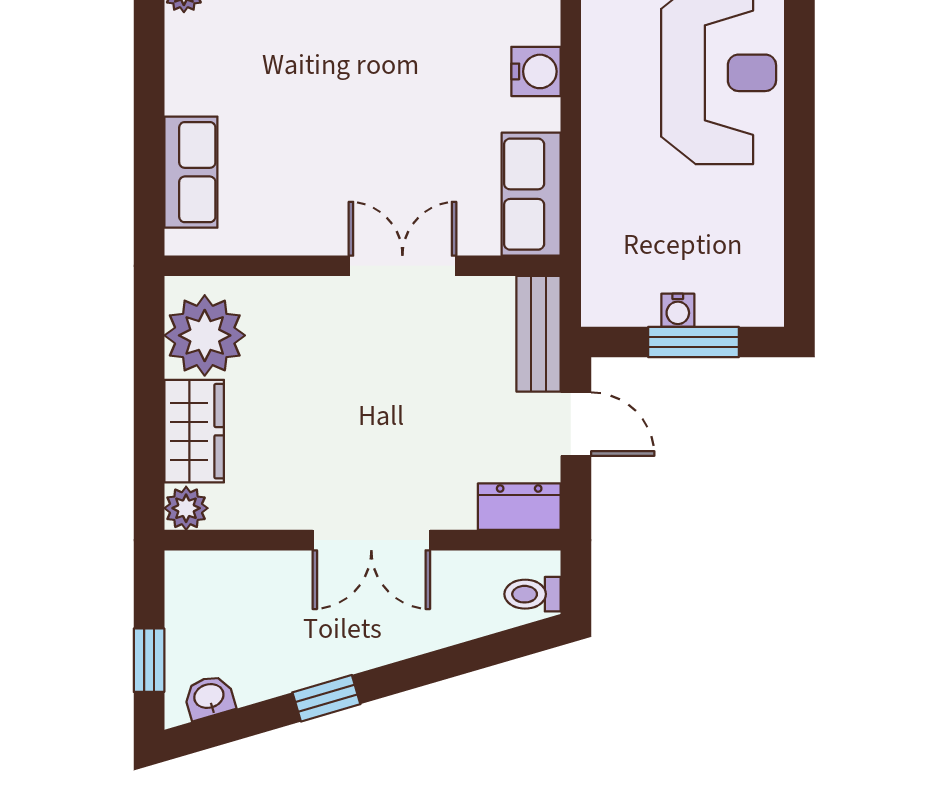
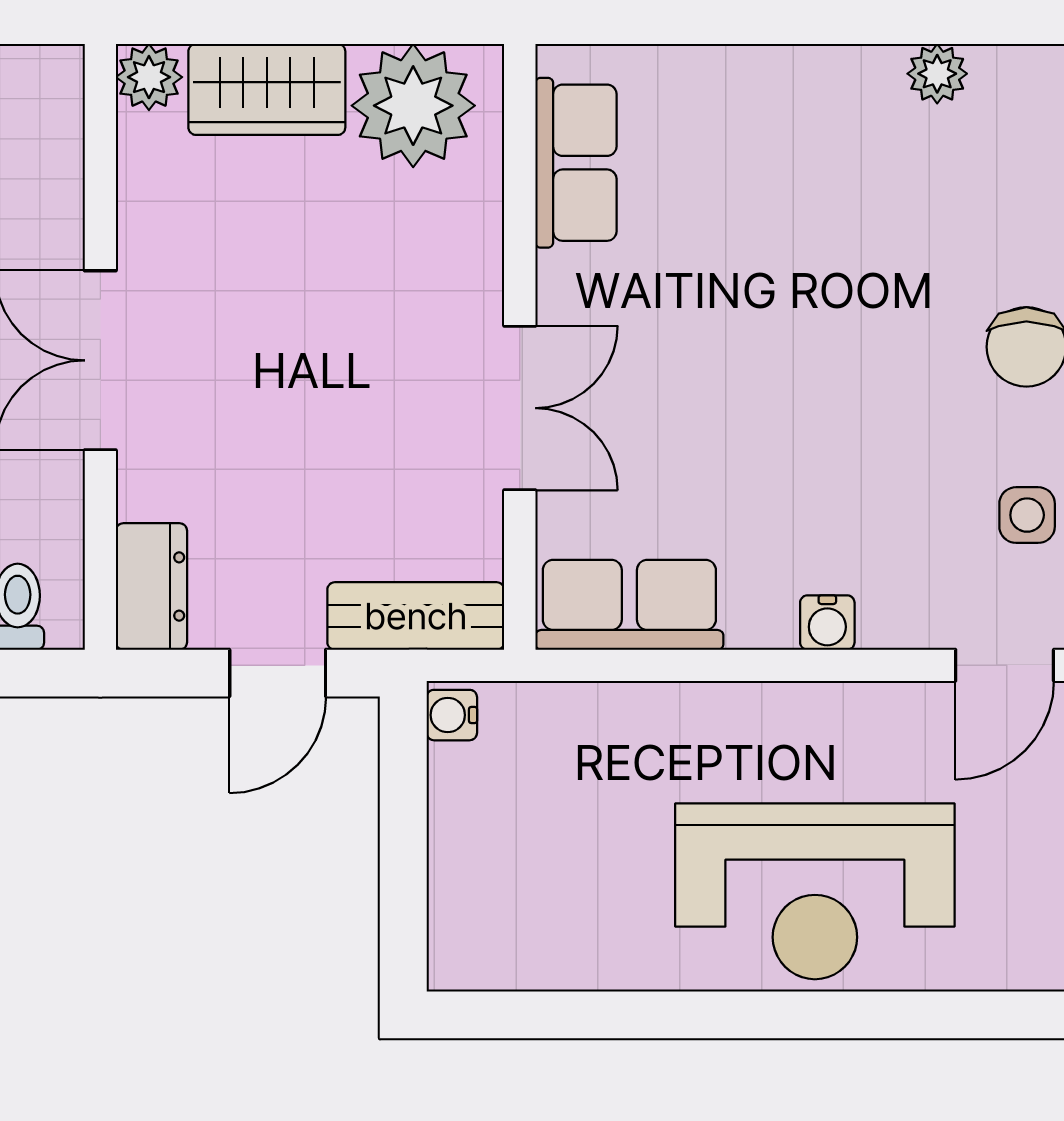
water cooler: (536, 71) -> (827, 623), width x0.72, depth x0.72
row of seats: (191, 172) -> (576, 163), moved, turned -90
water cooler: (678, 310) -> (452, 715), moved
window: (694, 342) -> (403, 853), removed

